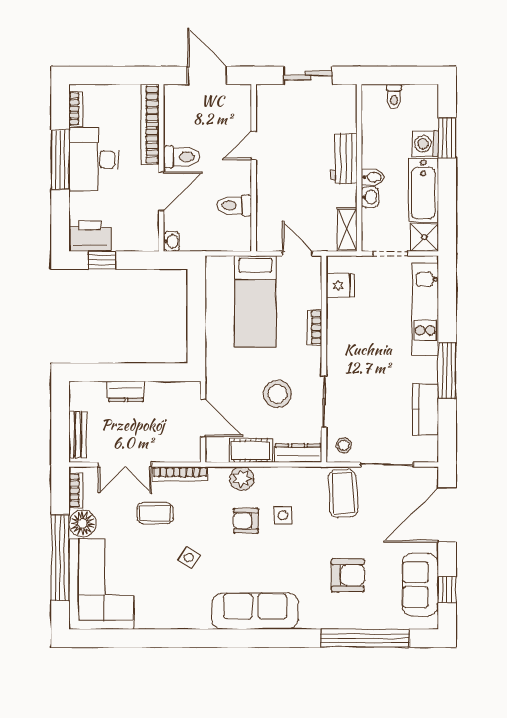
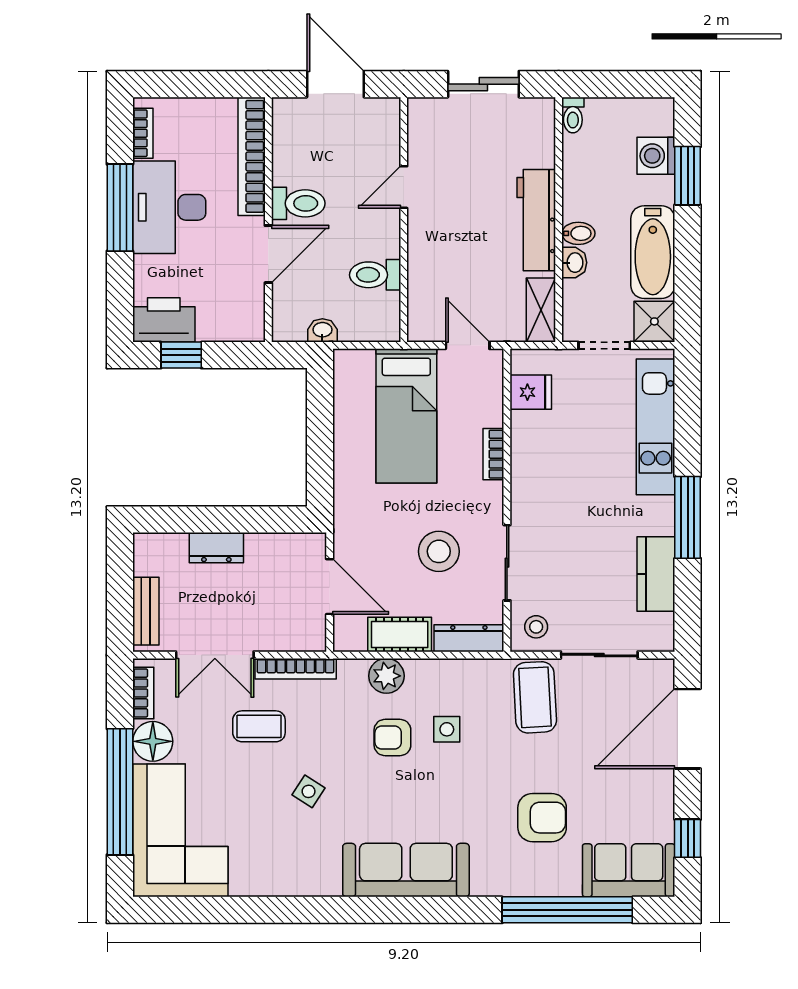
toilet: (394, 96) -> (573, 115), moved
washing machine: (425, 144) -> (656, 156), moved
workbench: (344, 159) -> (536, 220), width x1.37
washbasin: (171, 241) -> (322, 330), moved, turned -90
sofa: (420, 585) -> (629, 870), moved, turned 90

